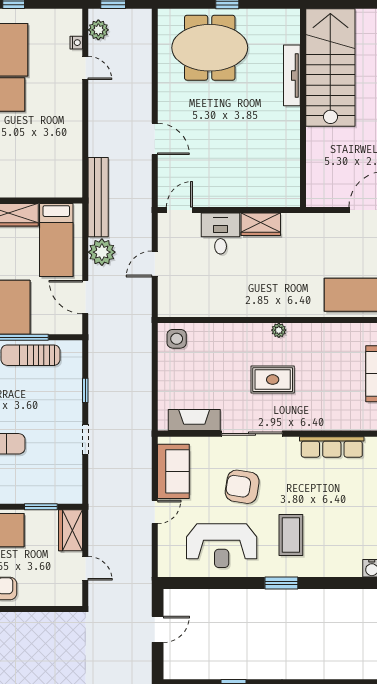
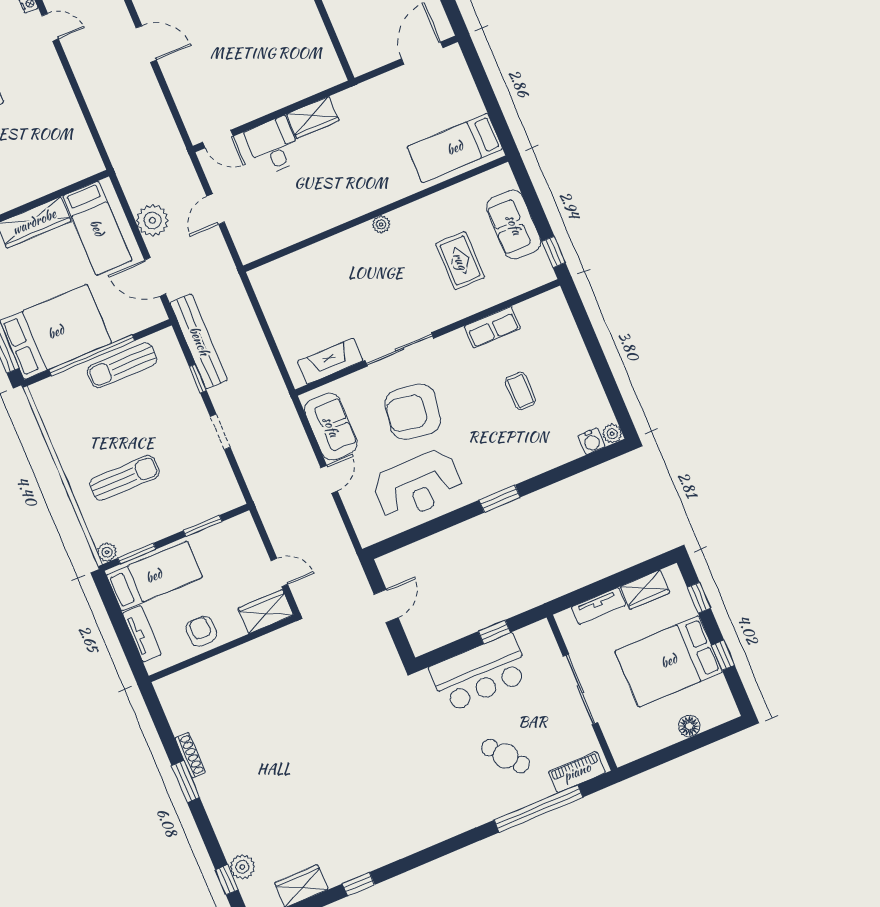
door: (155, 139) -> (146, 44), moved
bench: (98, 197) -> (199, 341), moved
door: (179, 210) -> (218, 139), swing flipped
side table: (177, 339) -> (274, 281), removed
rug: (273, 380) -> (460, 261), moved, turned 90
row of seats: (332, 447) -> (492, 327), width x0.68
armchair: (242, 487) -> (413, 412), width x1.36, depth x1.36
wardrobe: (71, 530) -> (266, 611), moved, turned 90
coffee table: (291, 535) -> (520, 391), moved, width x0.73, depth x0.77

